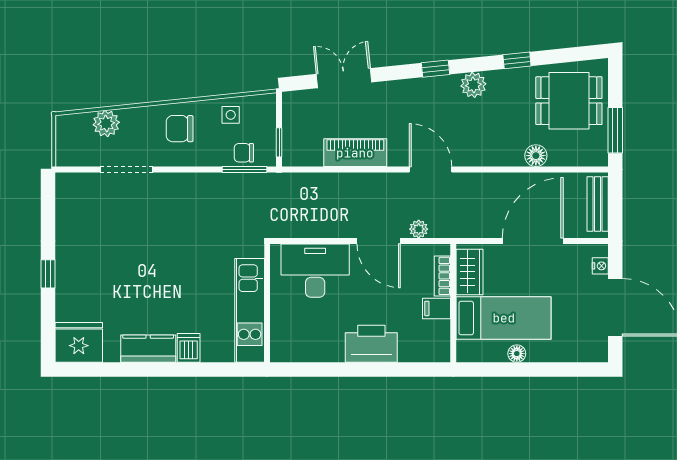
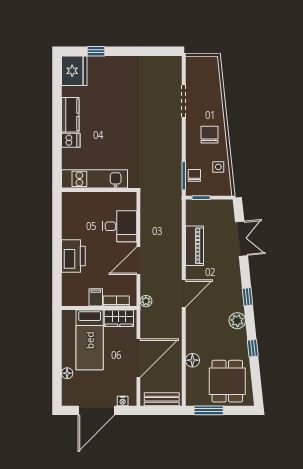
plant: (106, 124) -> (213, 88), removed
plant: (419, 229) -> (146, 301), moved
door: (533, 241) -> (138, 358), hinge flipped
desk: (315, 271) -> (120, 226), width x0.73
window: (48, 274) -> (96, 51), moved
floor lamp: (517, 354) -> (67, 373), moved

